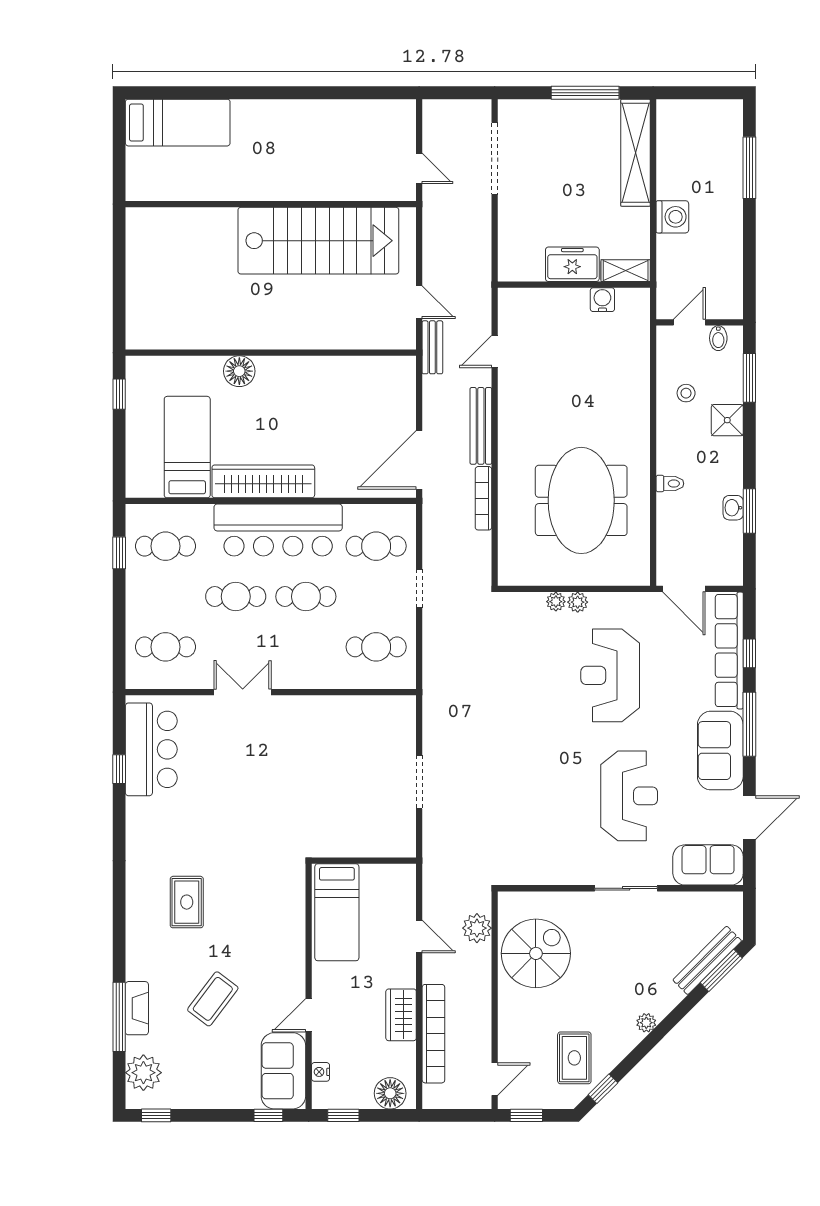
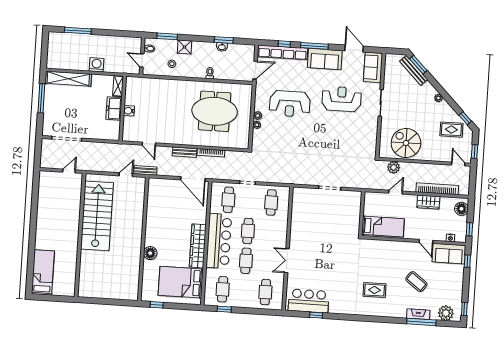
water cooler: (602, 300) -> (129, 111), moved
bench: (481, 426) -> (185, 152), width x0.73
bed: (187, 447) -> (181, 282), width x1.50

